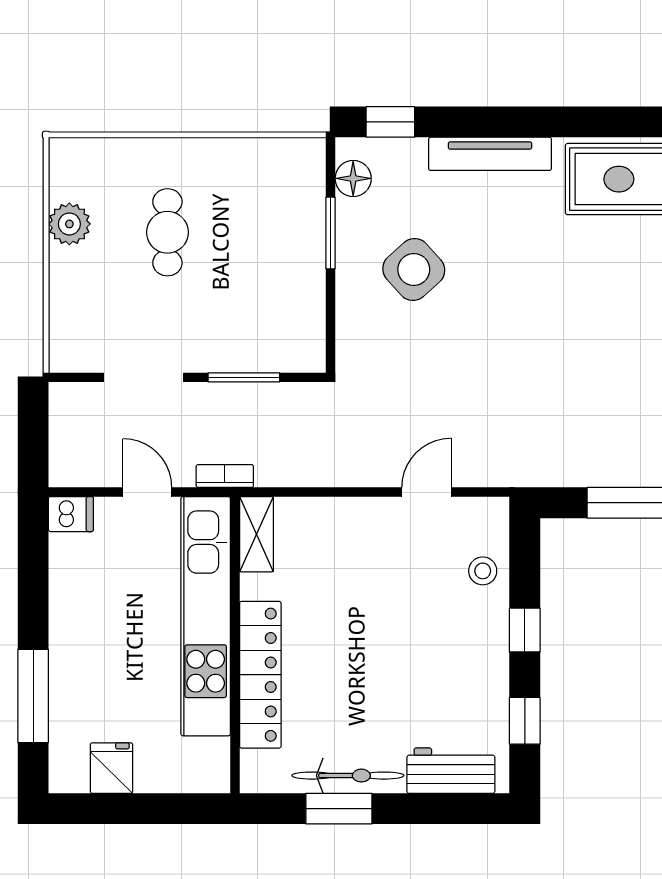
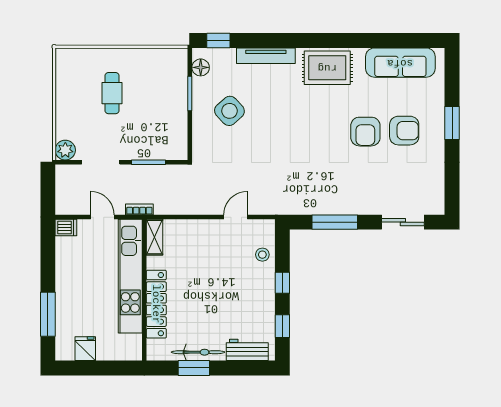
plant: (69, 224) -> (65, 150), moved

